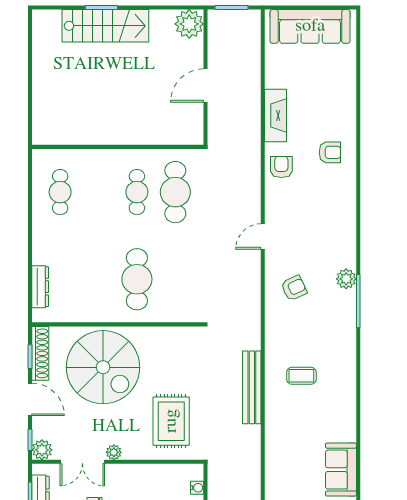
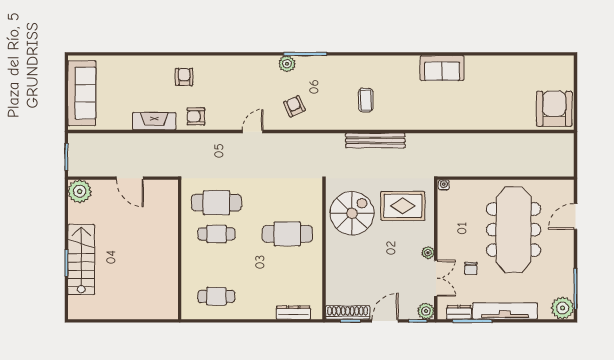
door: (263, 237) -> (253, 132), swing flipped
spiral stairs: (103, 367) -> (352, 213), moved, width x0.73, depth x0.73
water cooler: (197, 488) -> (444, 185), moved

